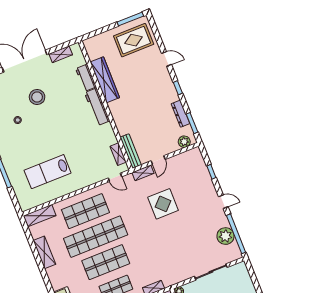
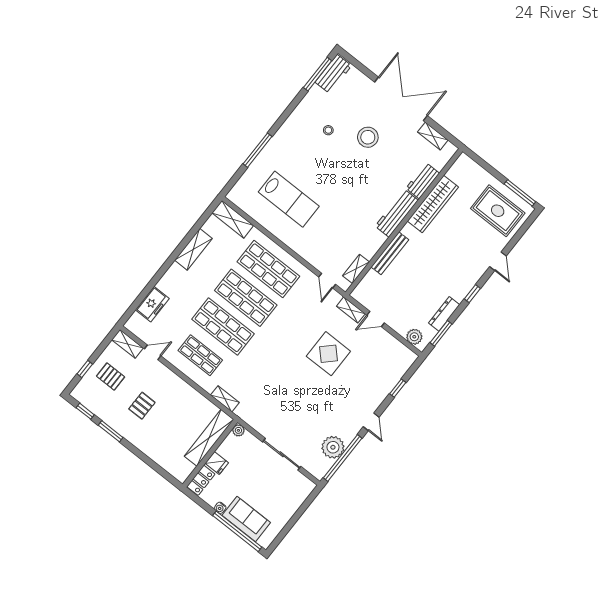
bench: (131, 151) -> (390, 253), moved
lab bench: (48, 172) -> (289, 199), turned 180
shop shelf: (96, 237) -> (246, 298), width x0.71

